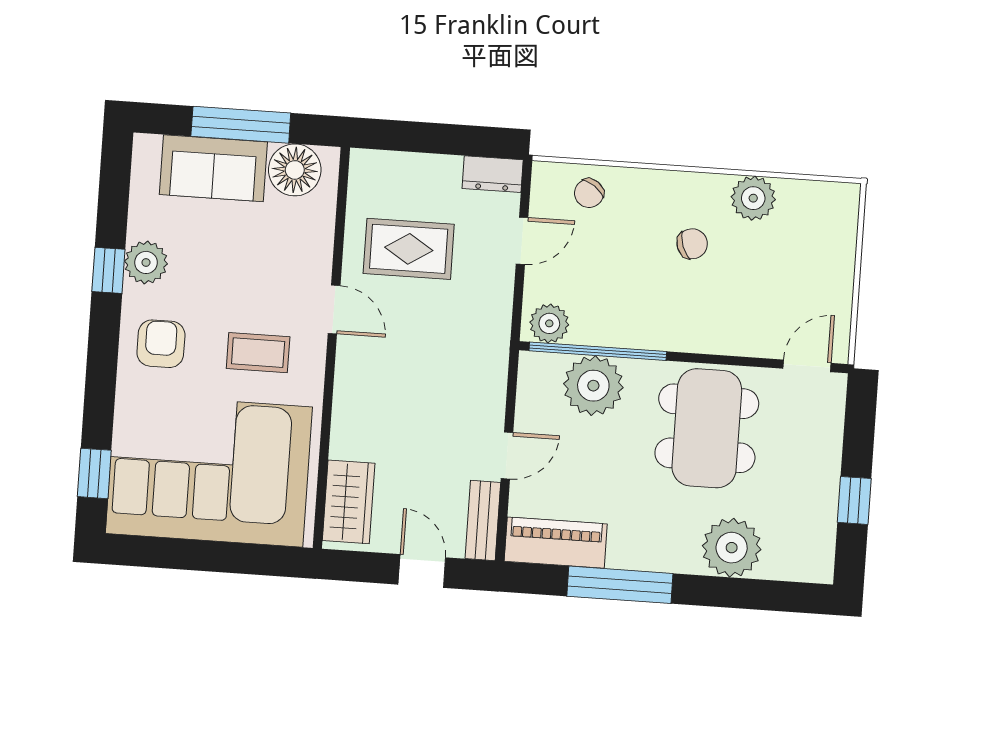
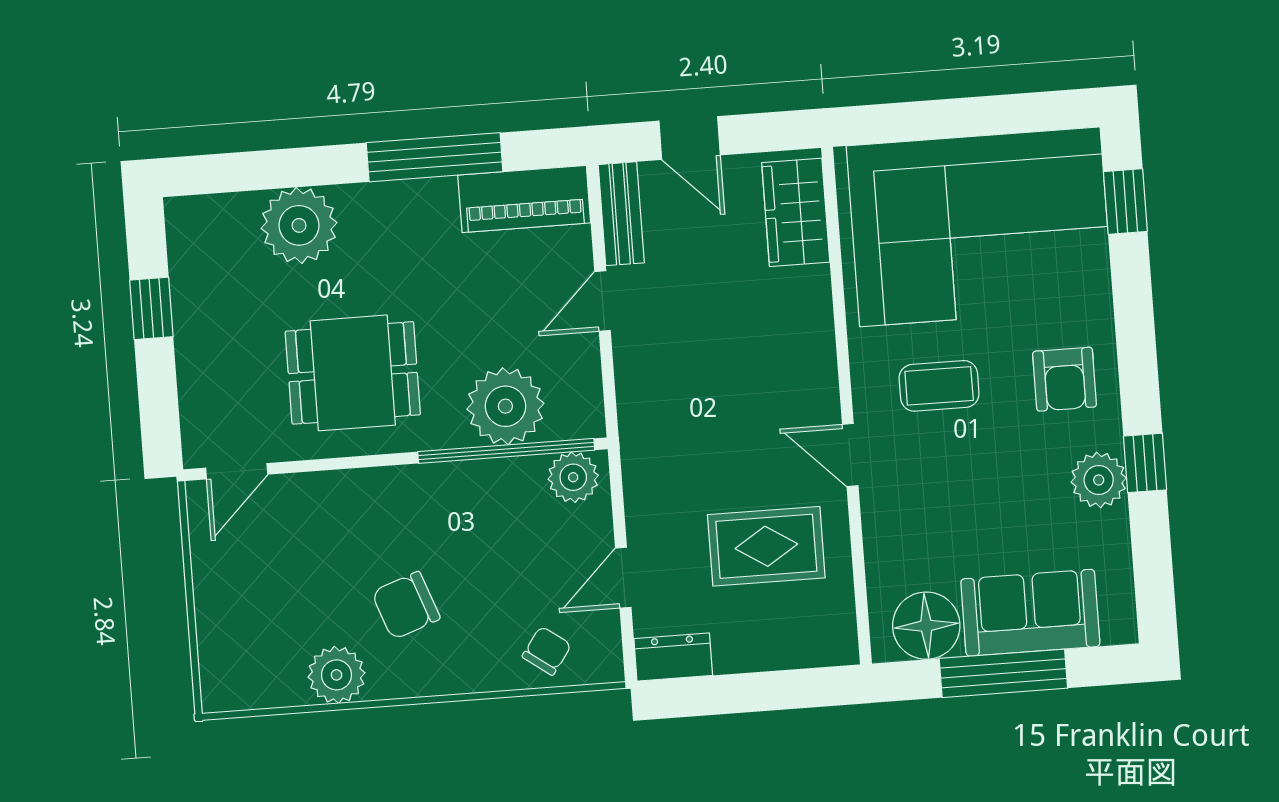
chair: (692, 244) -> (406, 605), width x1.37, depth x1.37
dining table: (707, 428) -> (353, 373), width x0.73

